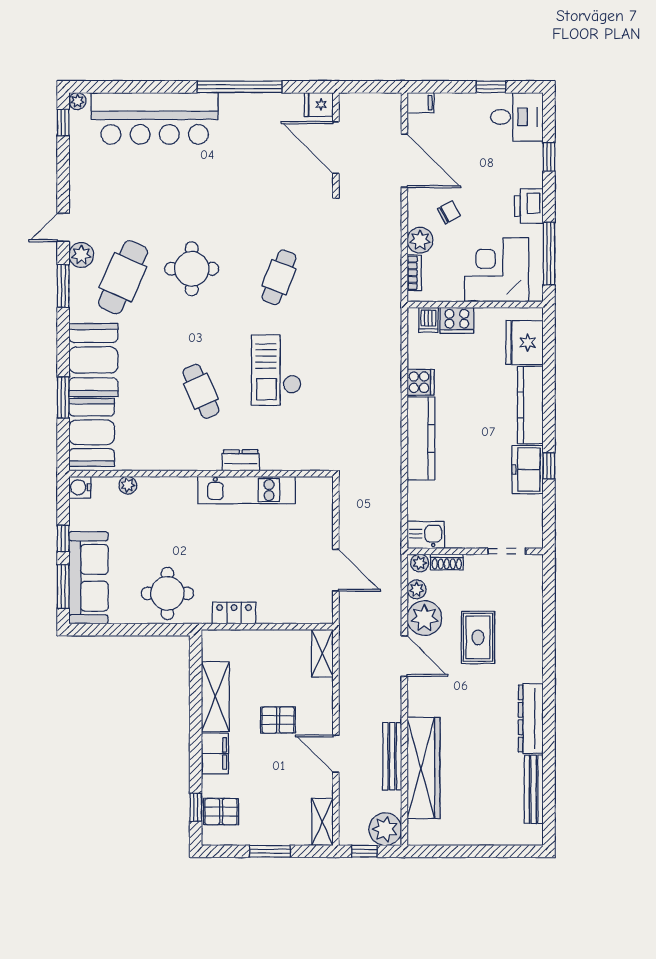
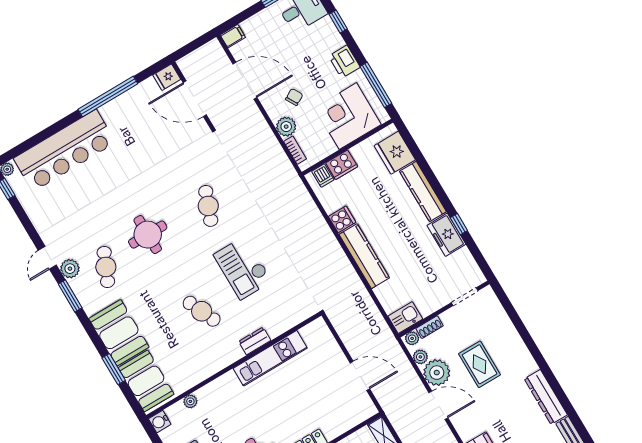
cafe table: (123, 277) -> (106, 267), width x0.73, depth x0.74

